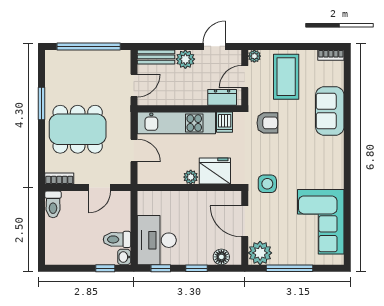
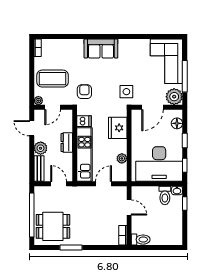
door: (245, 77) -> (53, 107), hinge flipped
dresser: (222, 97) -> (67, 143), moved
sofa: (330, 111) -> (101, 49), moved
dining table: (78, 129) -> (53, 226), moved, width x0.73
plant: (191, 177) -> (122, 158), moved
corner sofa: (321, 222) -> (166, 61), moved, turned 90
desk: (157, 240) -> (159, 164), width x1.36, depth x1.30

